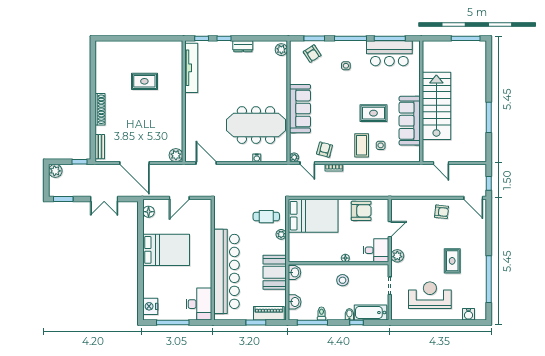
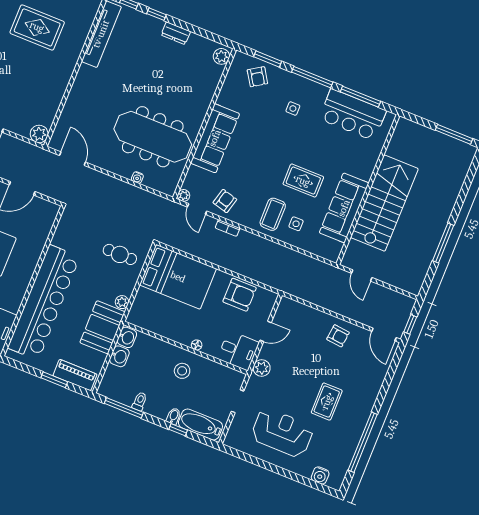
rug: (144, 81) -> (37, 27), width x1.36, depth x1.43
plant: (281, 234) -> (122, 302), moved
washbasin: (295, 302) -> (119, 356), moved

